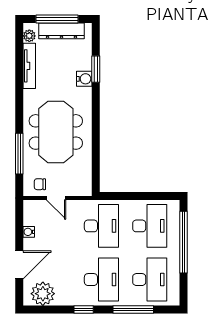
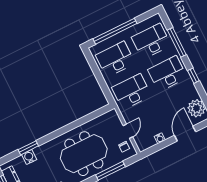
water cooler: (84, 79) -> (29, 157), moved
door: (19, 265) -> (185, 134), hinge flipped

